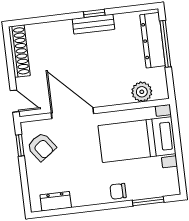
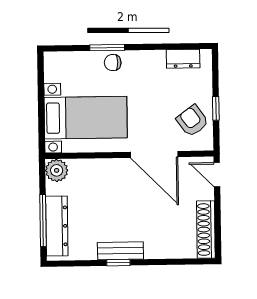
plant: (142, 92) -> (57, 170), moved
window: (20, 145) -> (216, 108), moved
chair: (118, 191) -> (113, 63), turned 180
window: (148, 201) -> (107, 48), moved

